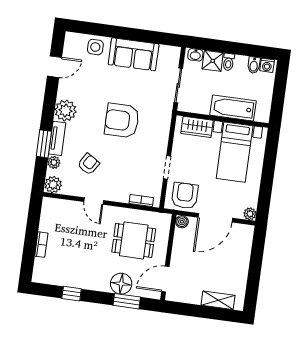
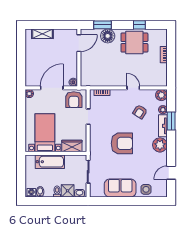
dining table: (134, 240) -> (134, 43), moved

